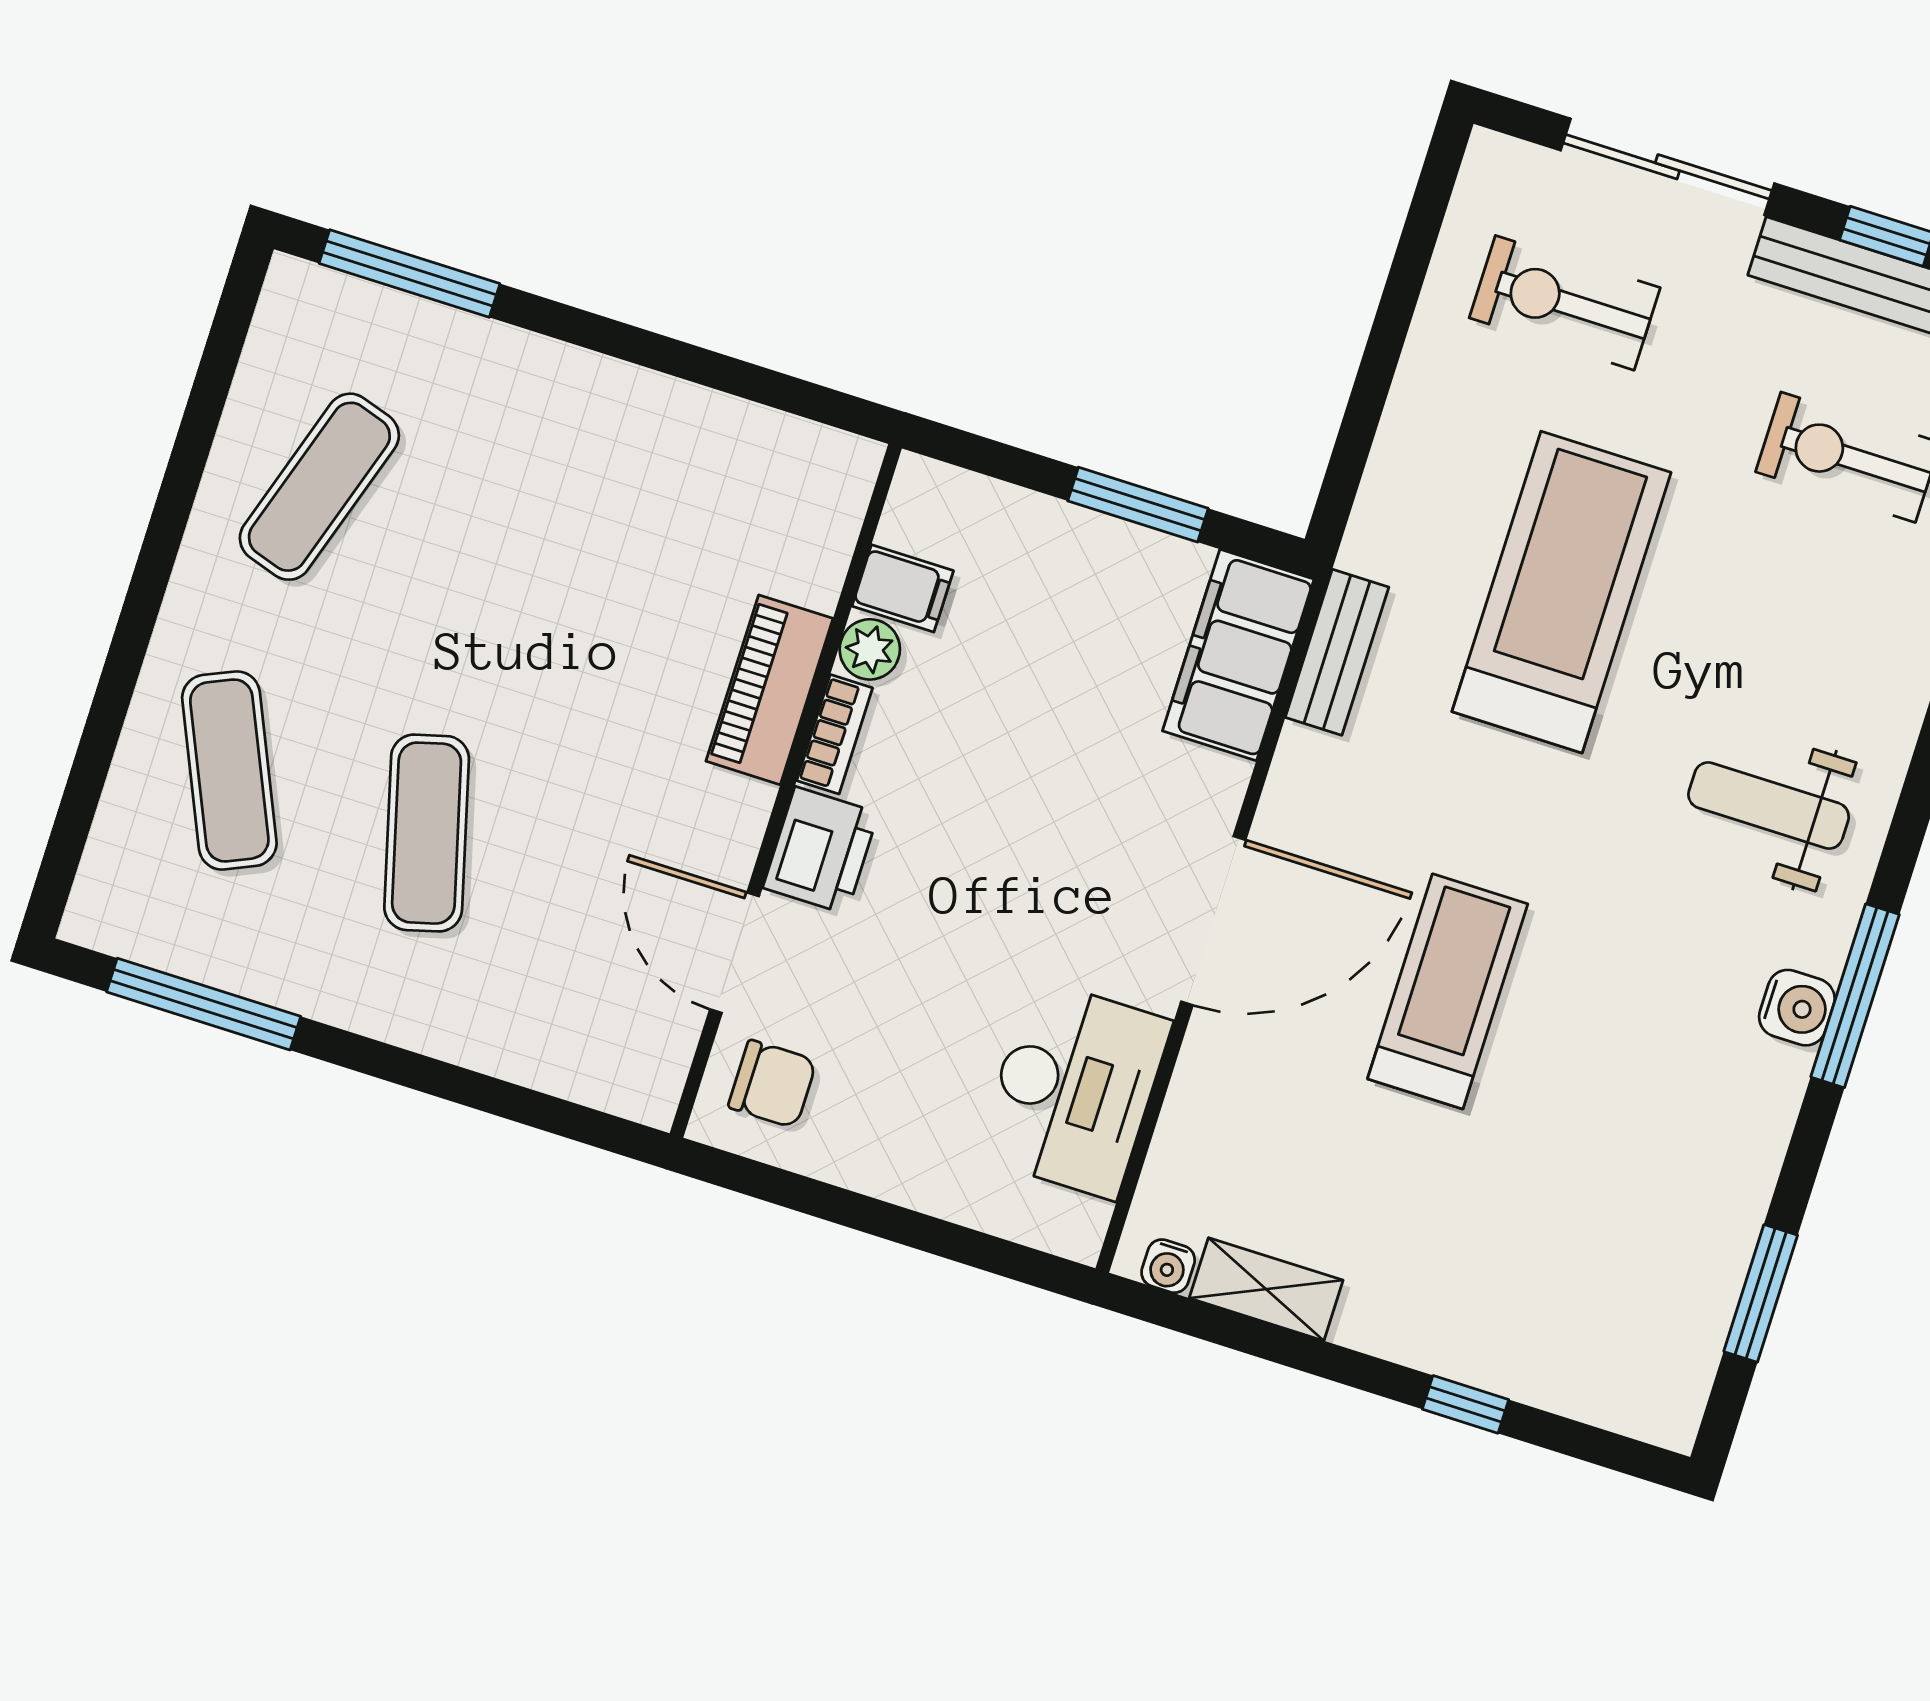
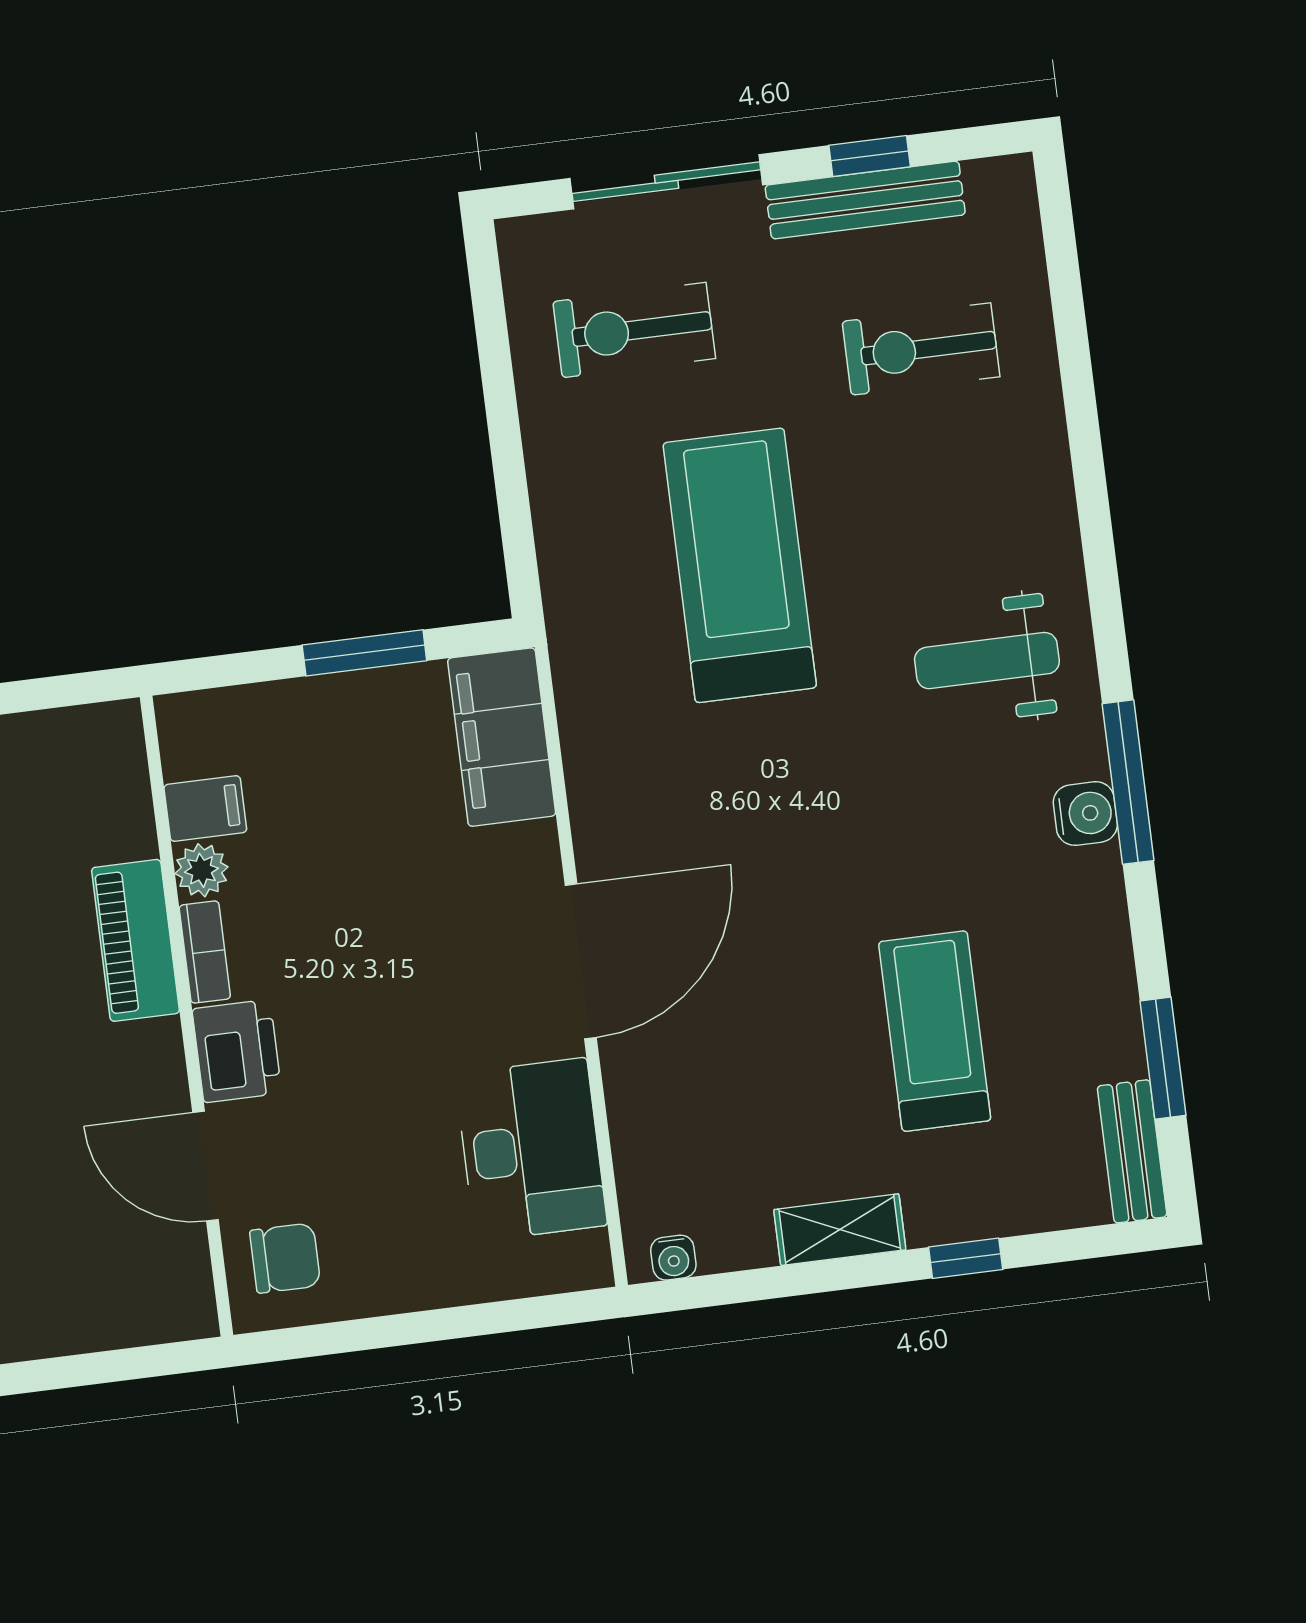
bench: (1337, 652) -> (1132, 1151), moved
treadmill: (1448, 991) -> (935, 1031), moved
shelving: (1266, 1289) -> (840, 1230), moved

